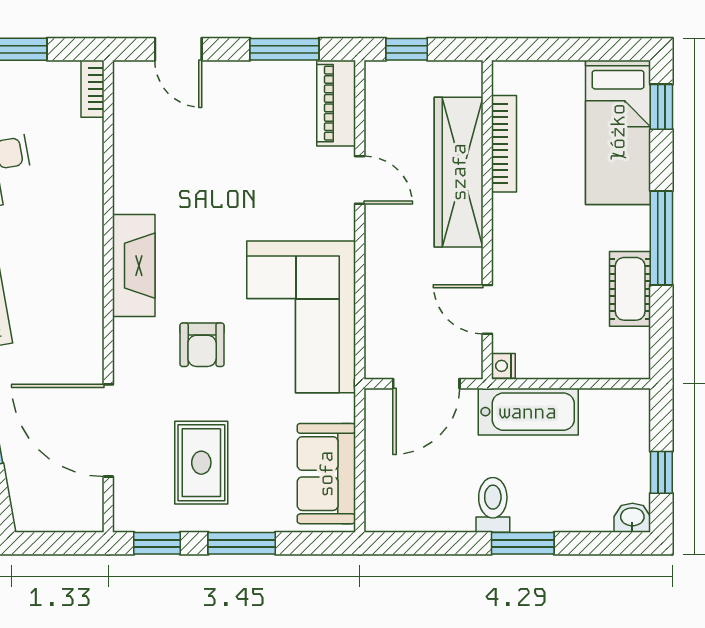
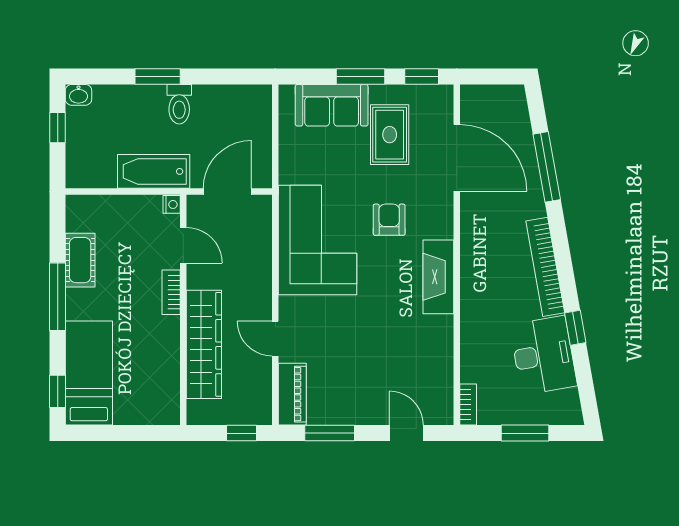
bookcase: (504, 144) -> (171, 292), moved, width x0.64
sofa: (326, 474) -> (332, 105), moved, turned 90

